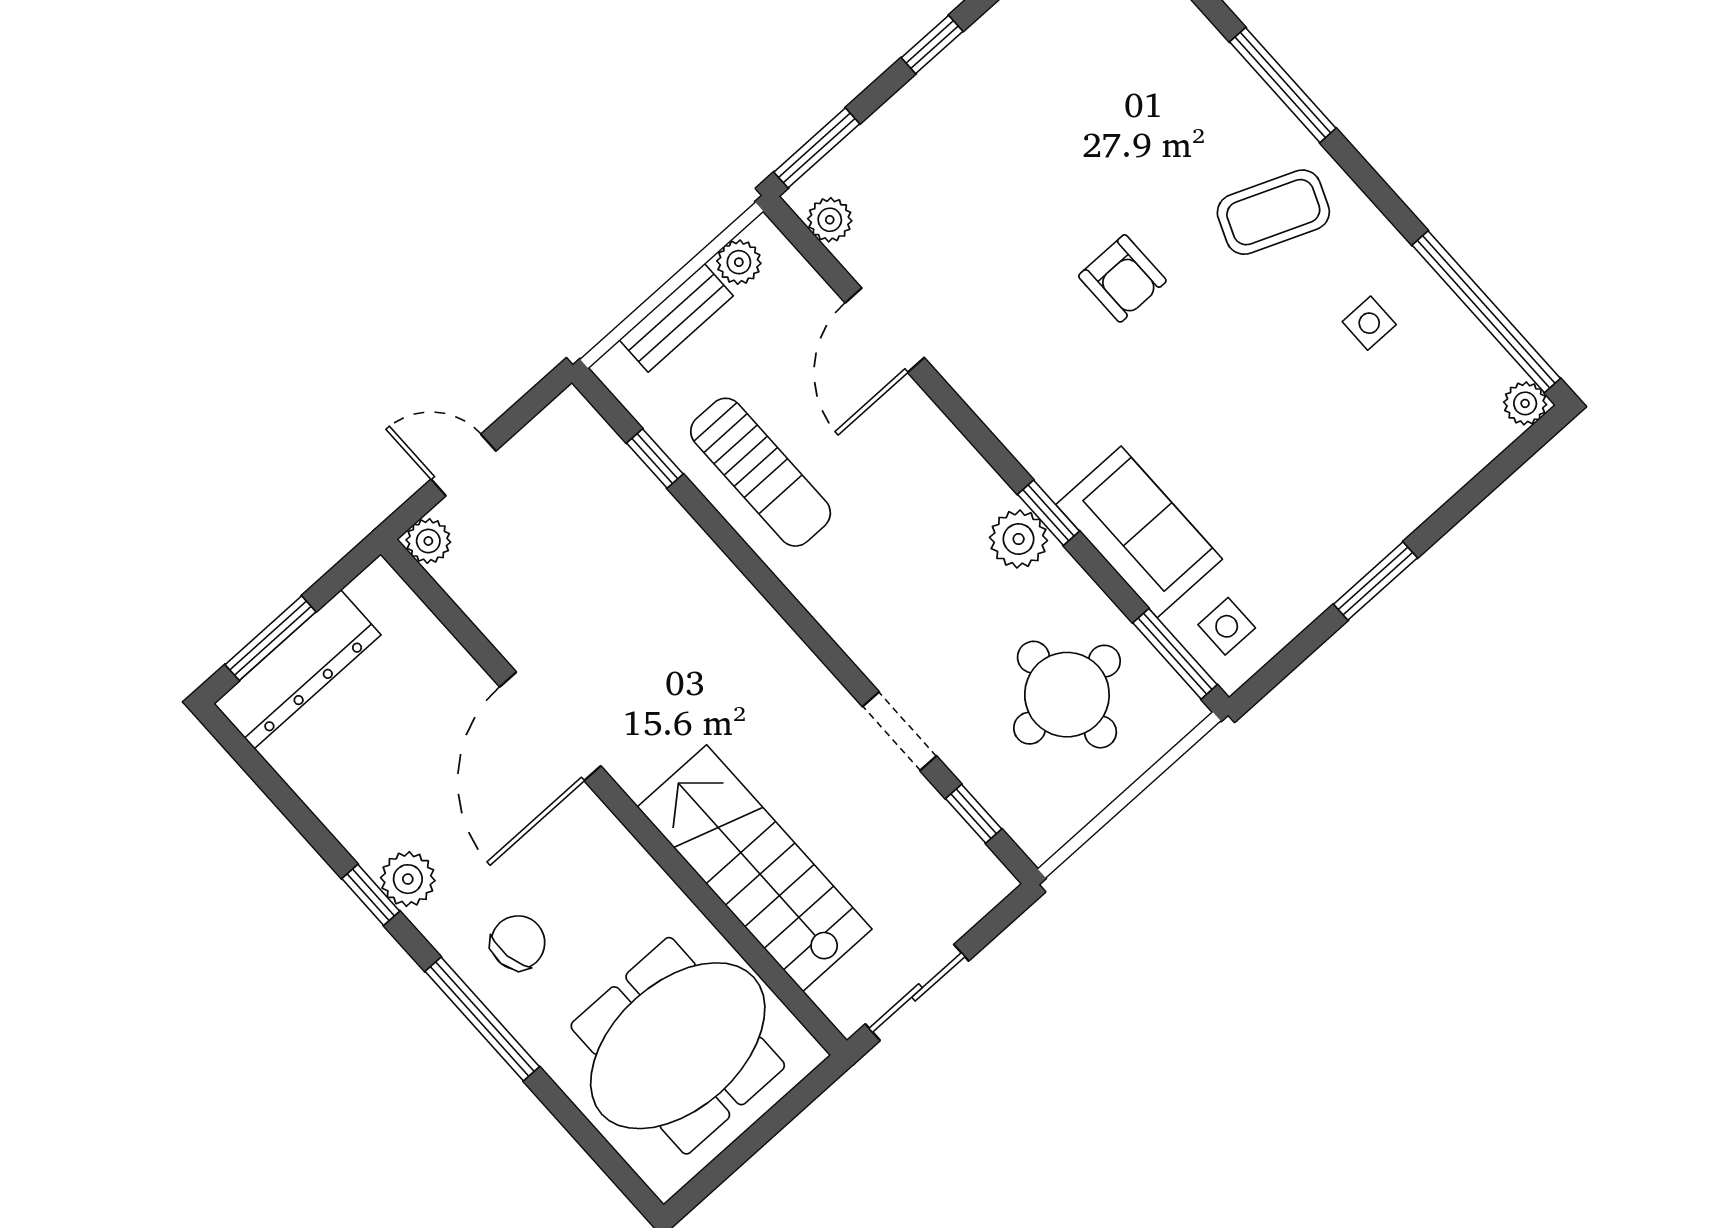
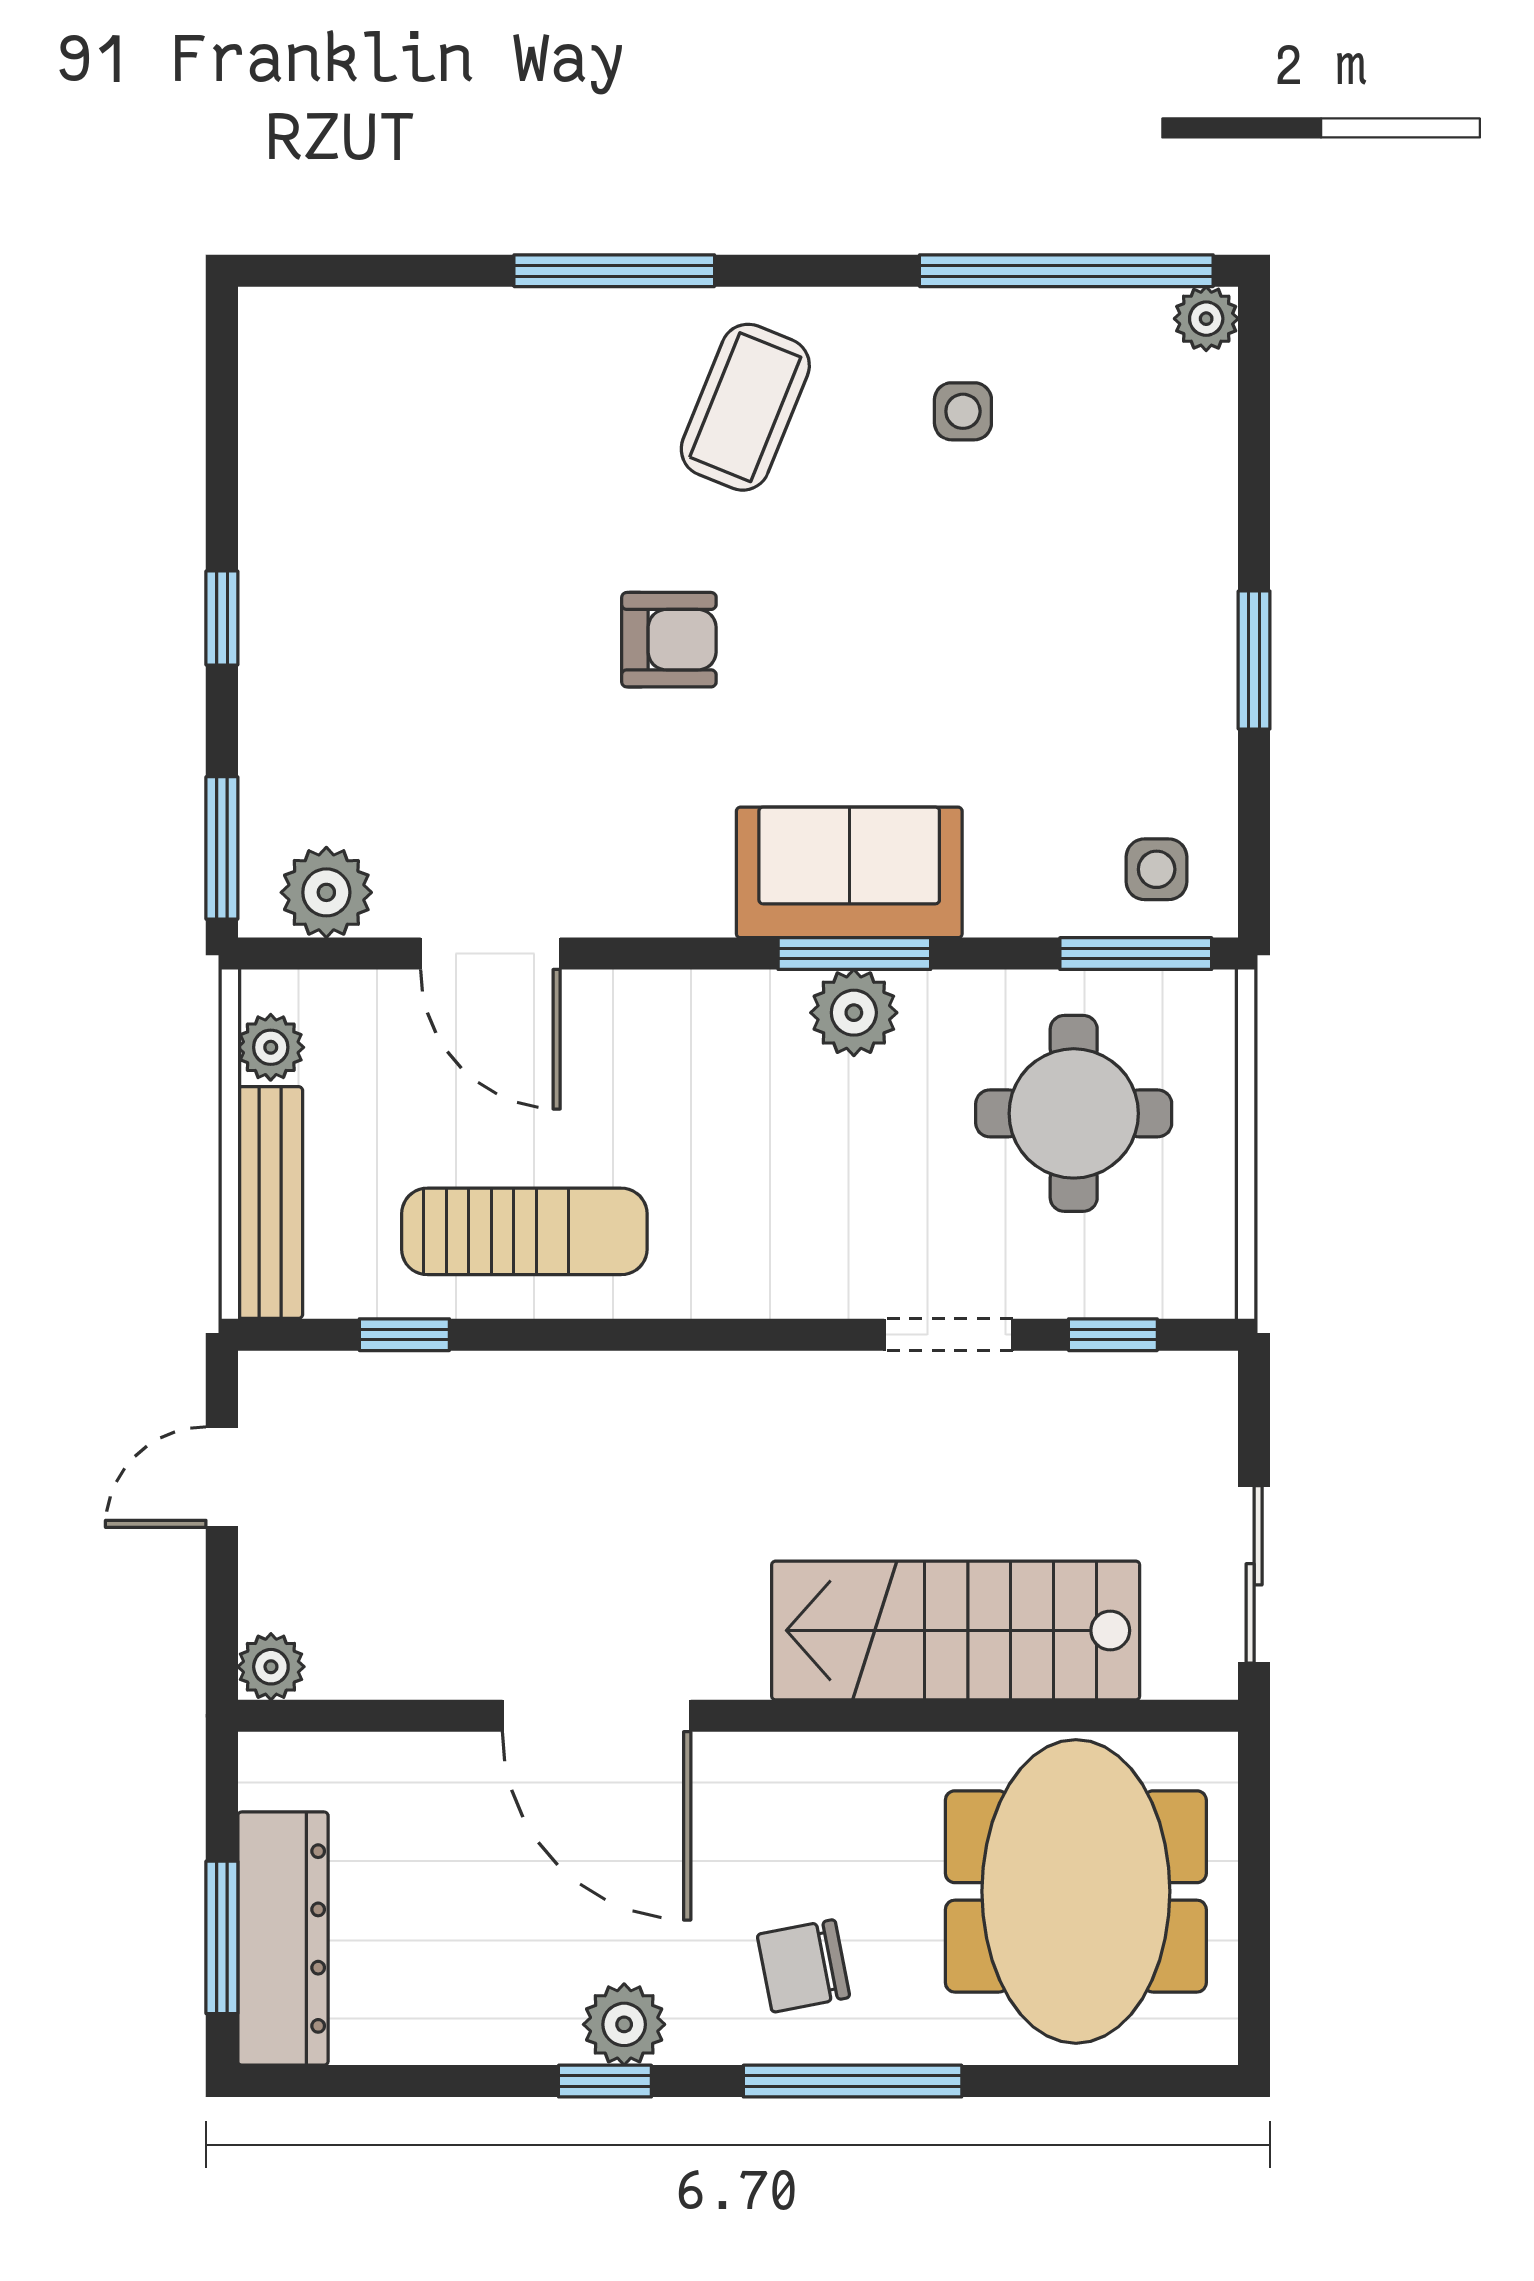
plant: (830, 220) -> (326, 892), width x1.38, depth x1.38
bench: (676, 318) -> (270, 1202), width x1.36
door: (463, 465) -> (222, 1477), moved
window: (1048, 513) -> (854, 954), width x1.50
sofa: (1139, 532) -> (849, 872), moved
chair: (518, 943) -> (804, 1966), turned -92

